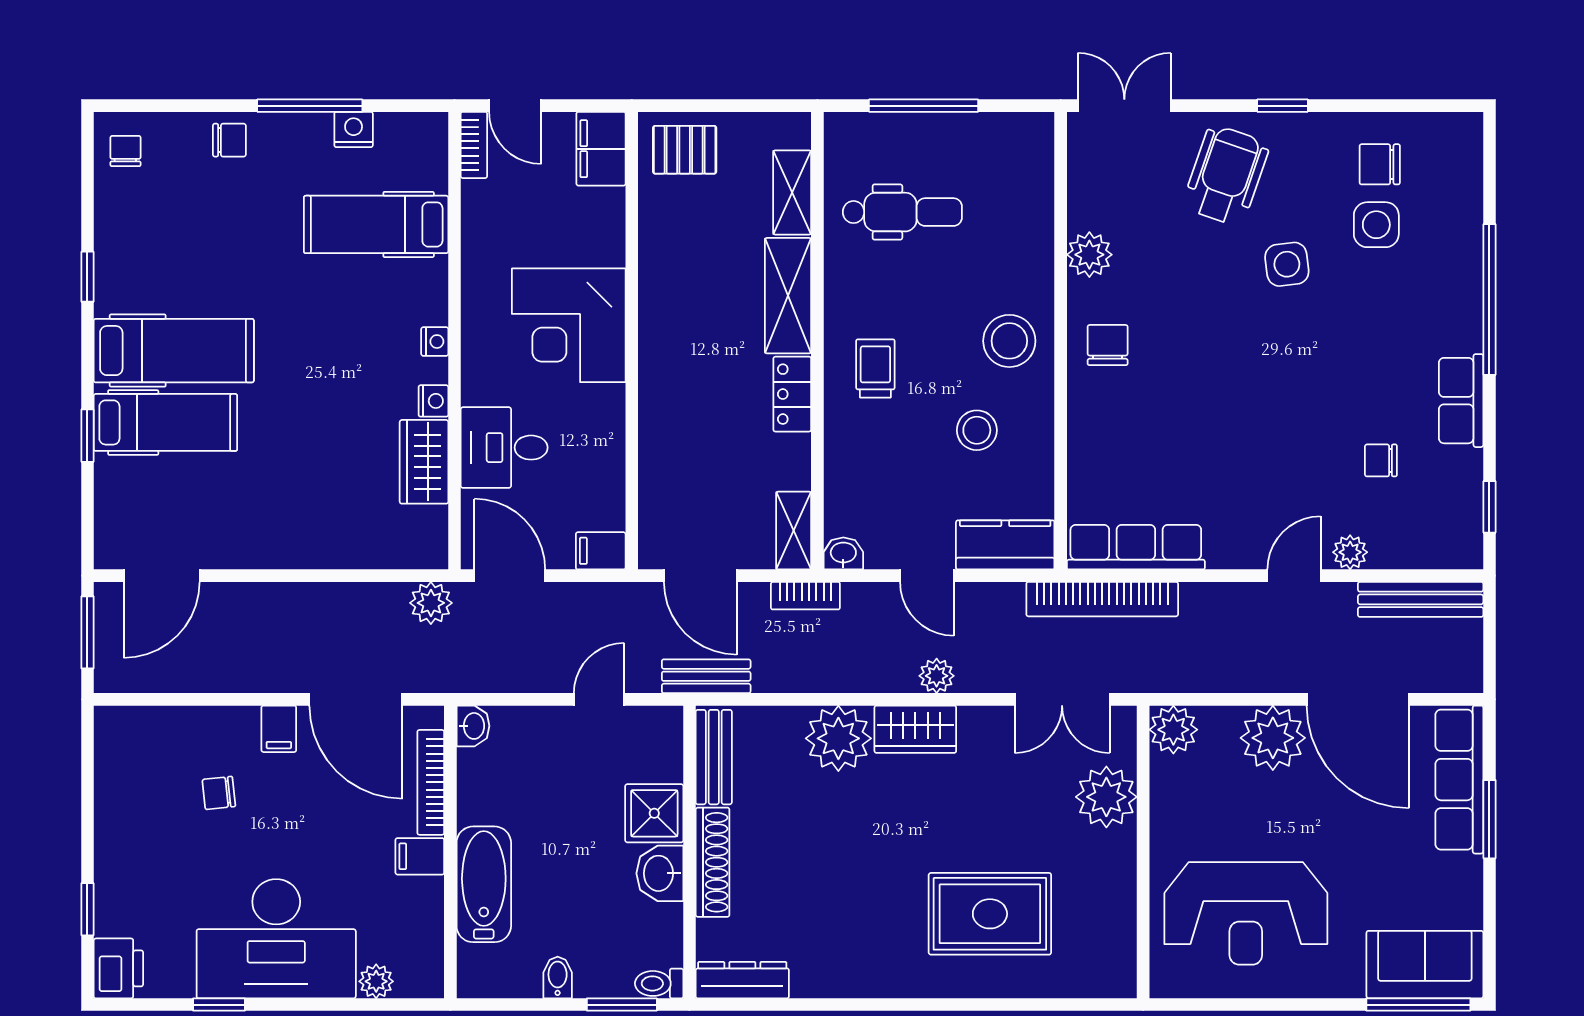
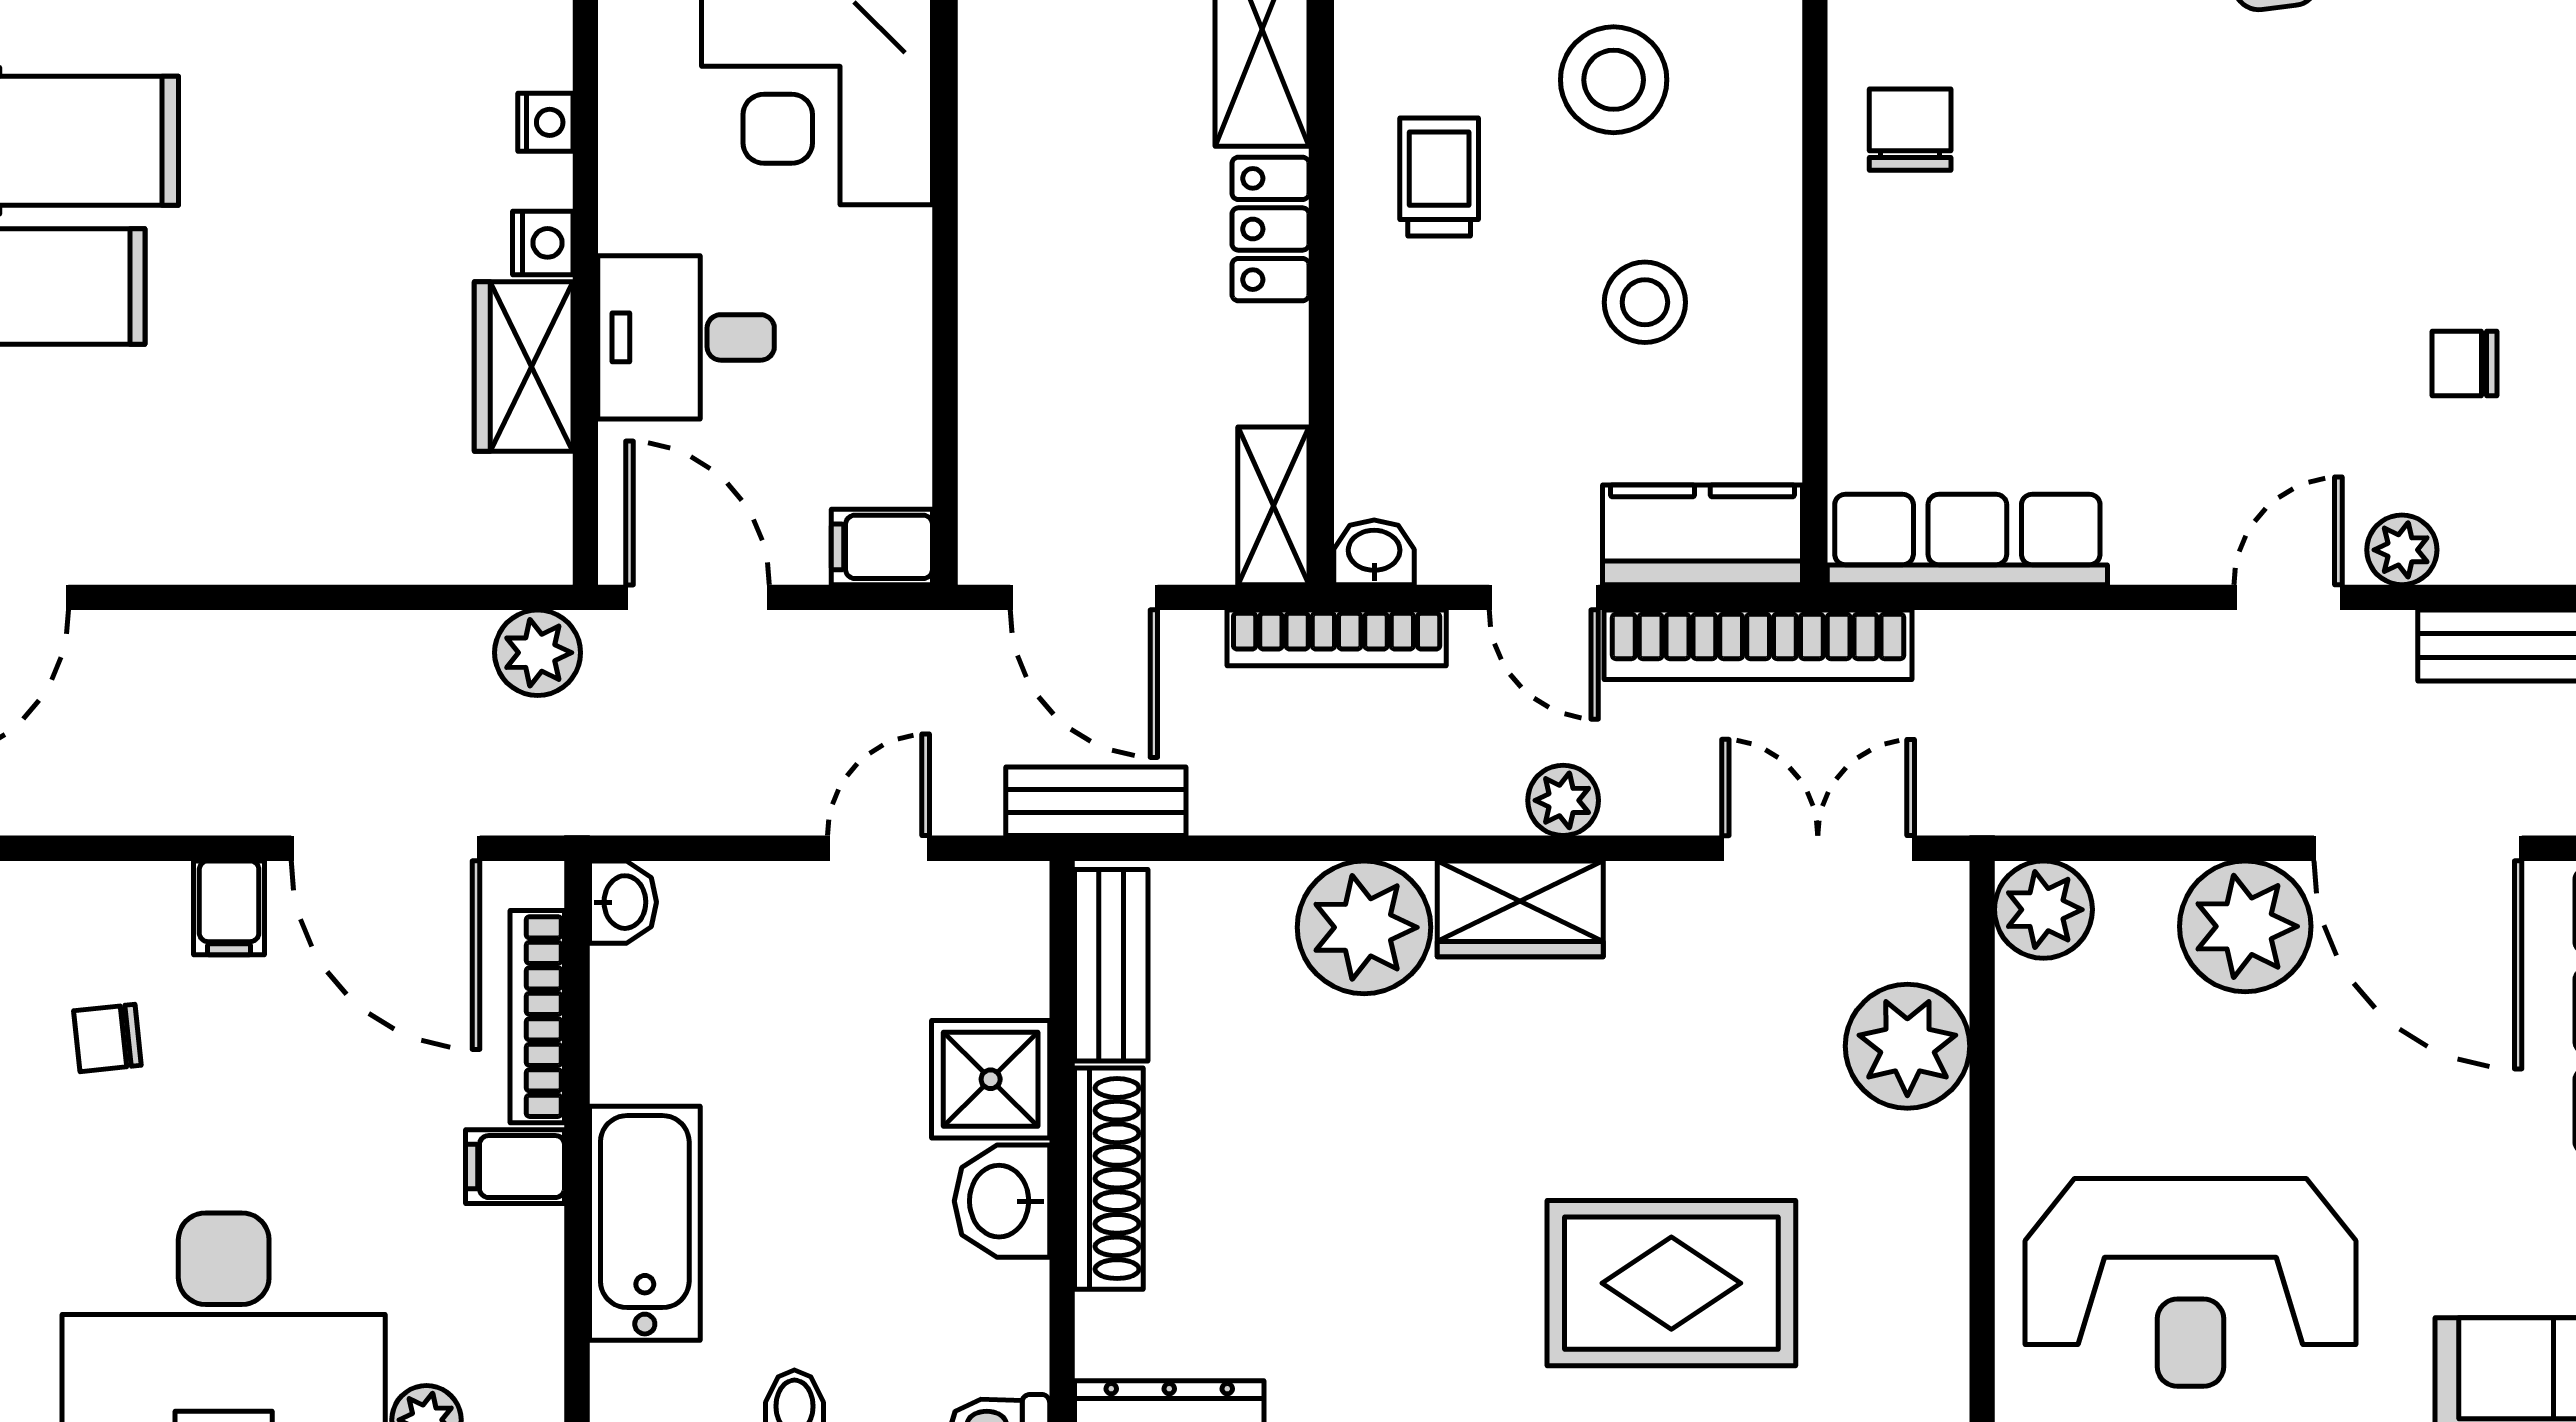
stool: (1009, 341) -> (1614, 80), moved
bookcase: (805, 596) -> (1337, 638), width x1.56
bookcase: (1102, 599) -> (1758, 645), moved
double door: (1062, 699) -> (1818, 848), swing flipped

